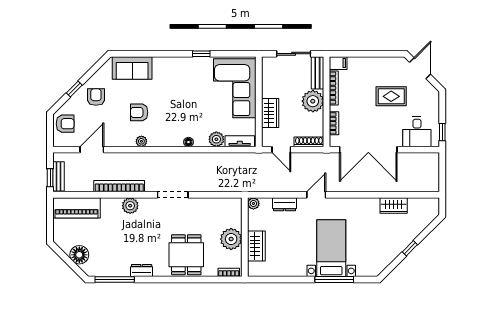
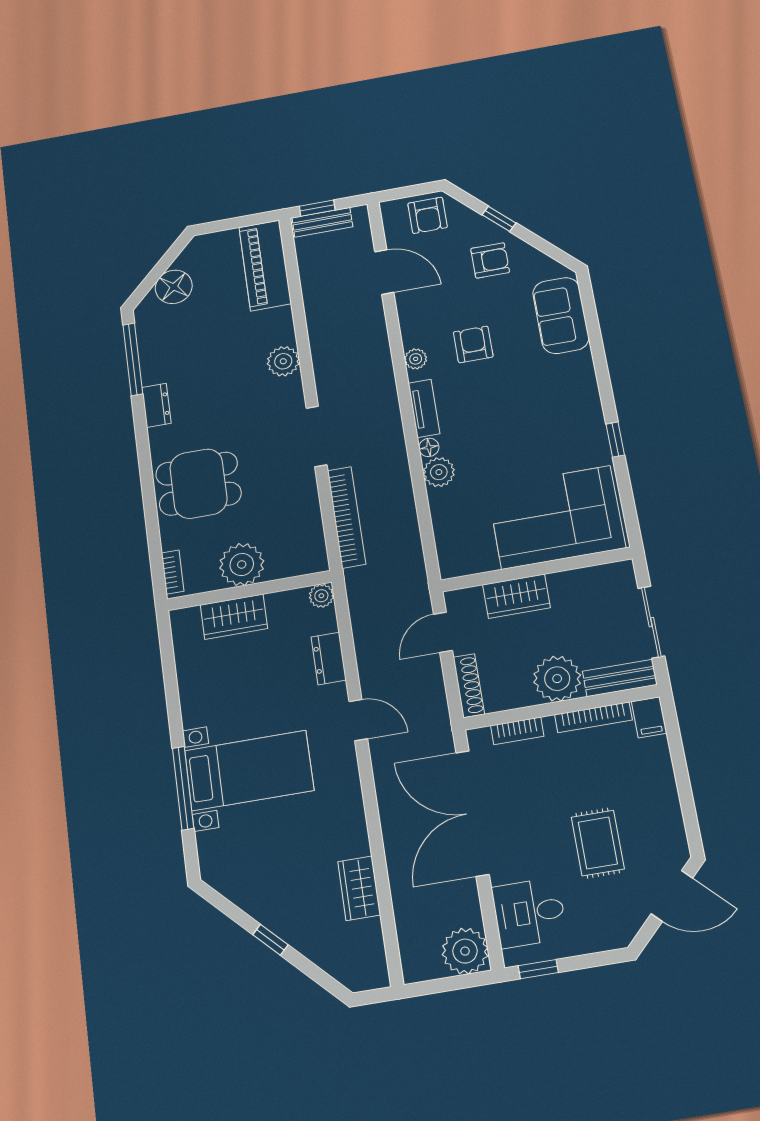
plant: (216, 139) -> (439, 472), moved
tv unit: (240, 141) -> (424, 408), moved
plant: (429, 163) -> (465, 951), added
bookcase: (119, 186) -> (347, 517), moved

